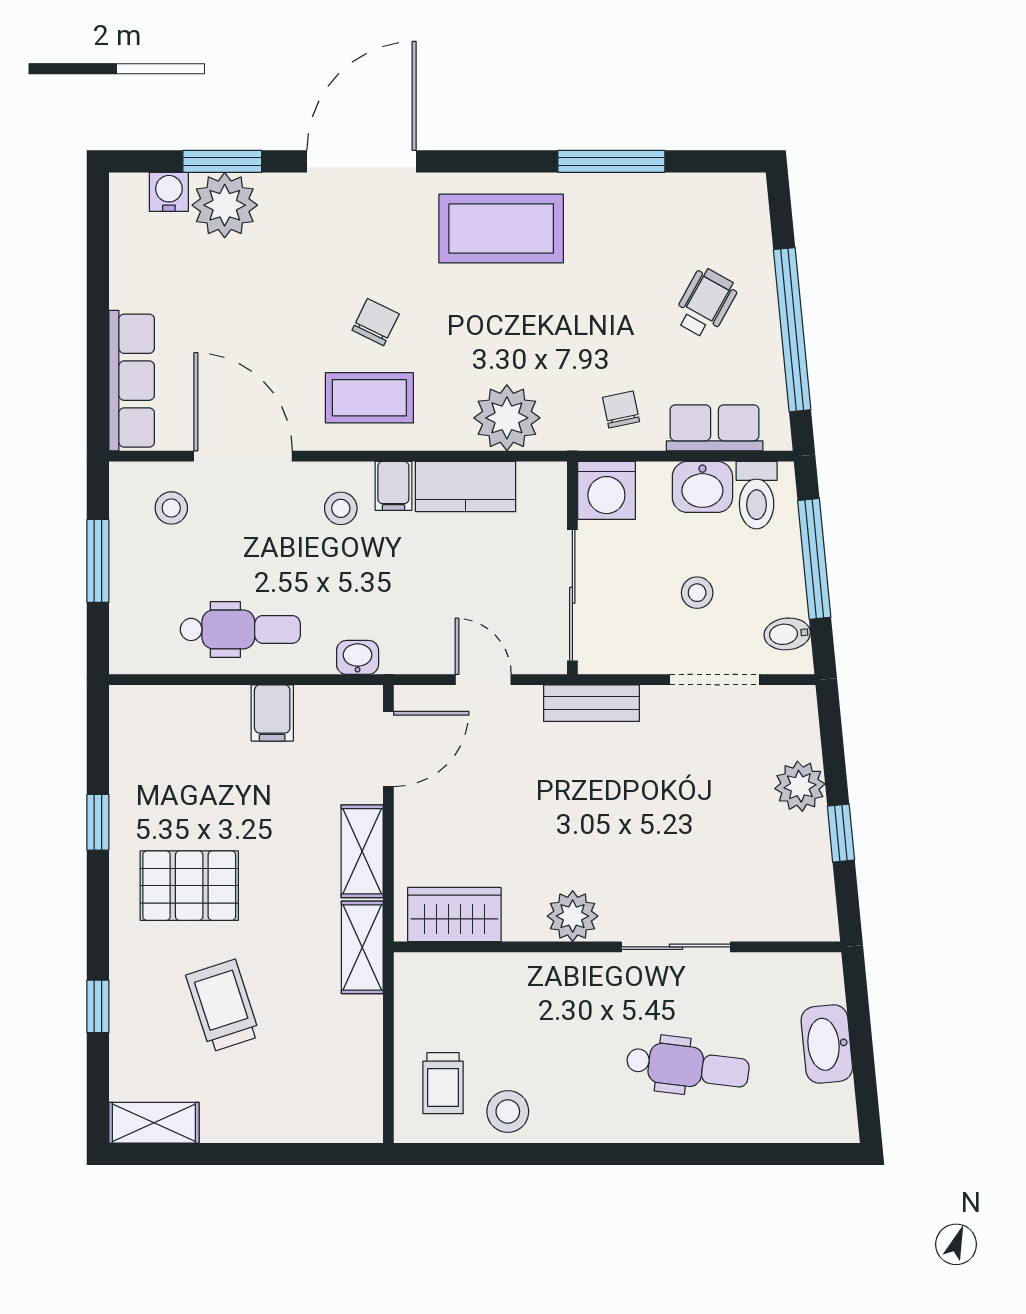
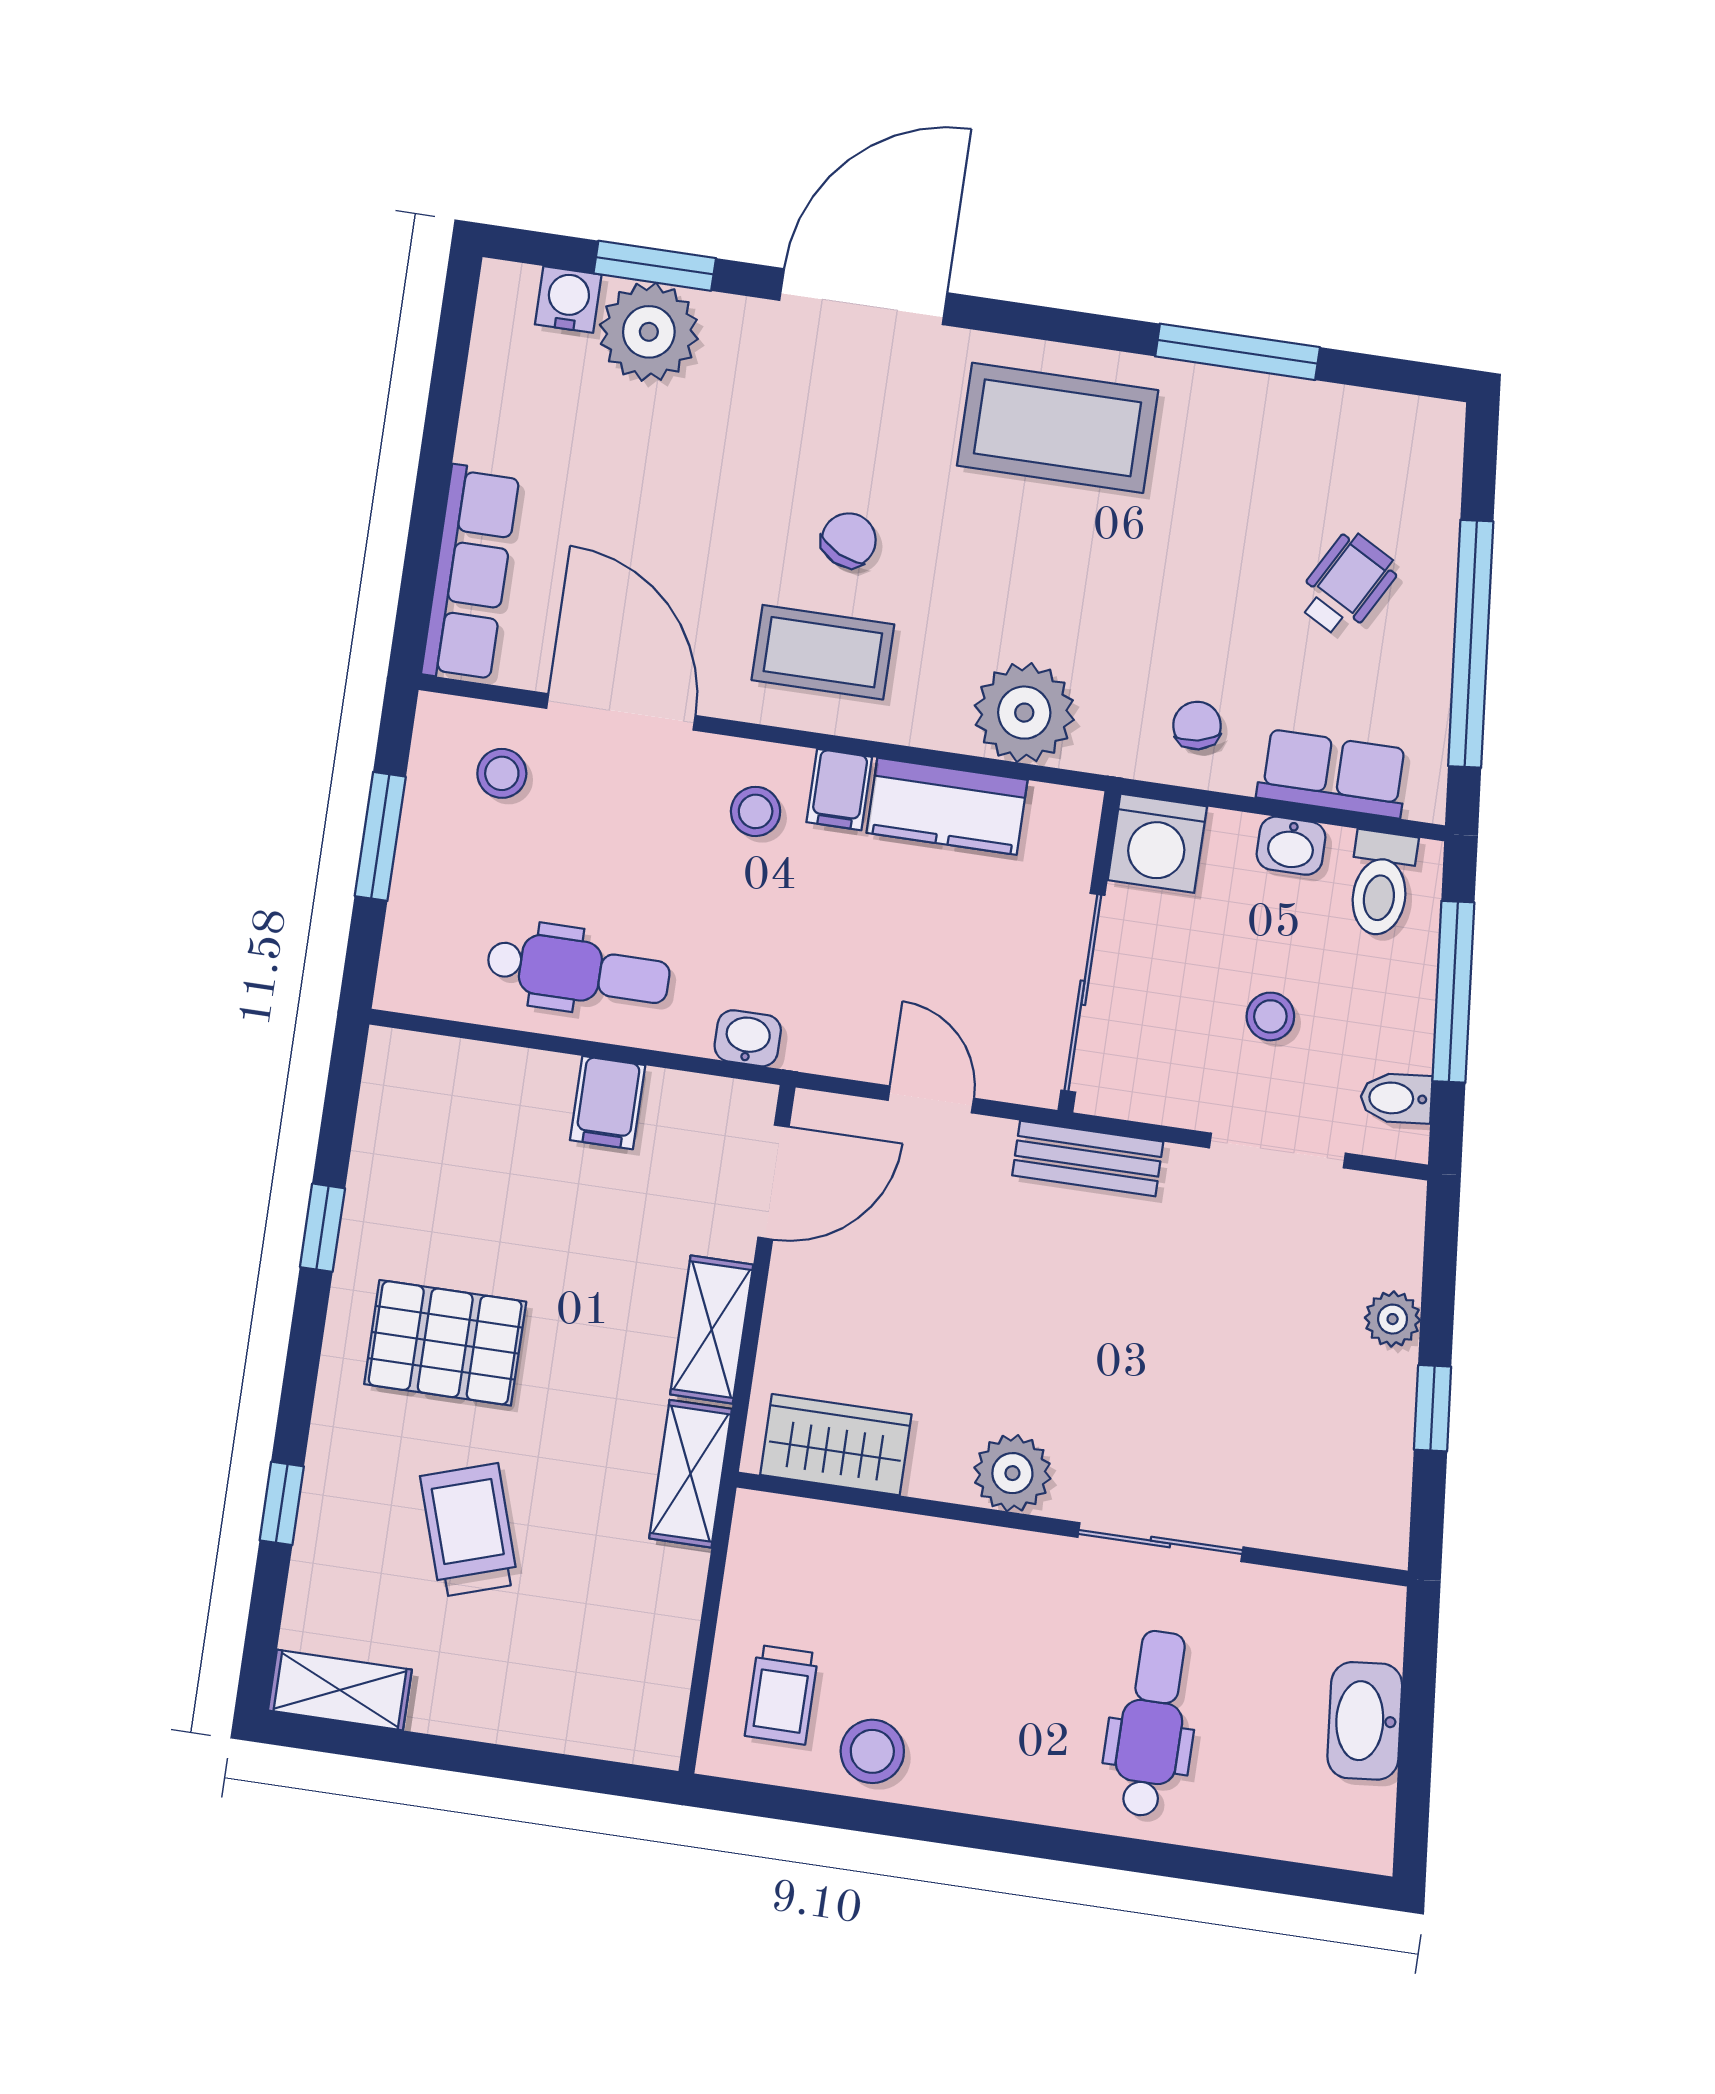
washbasin: (702, 487) -> (1291, 846), width x0.72, depth x0.69
plant: (800, 786) -> (1393, 1319), width x0.73, depth x0.73
dental chair: (688, 1066) -> (1152, 1724), turned -97

